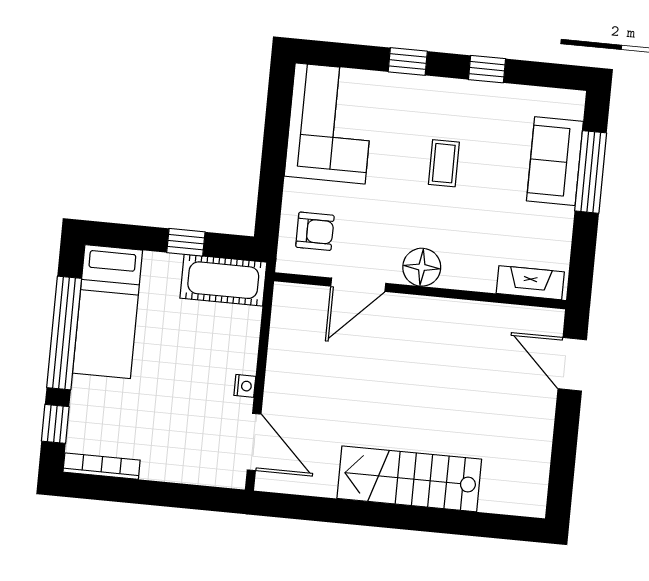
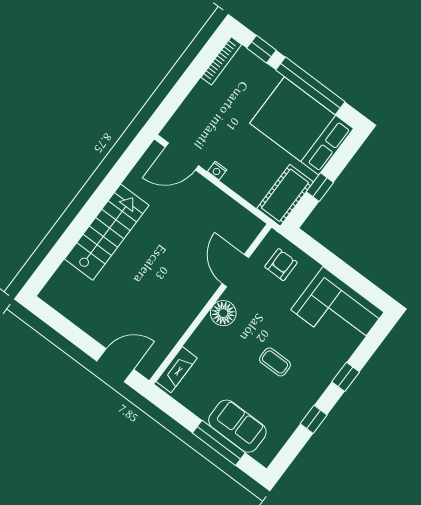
armchair: (315, 231) -> (281, 265), turned 180
bed: (108, 312) -> (302, 126), width x1.50

